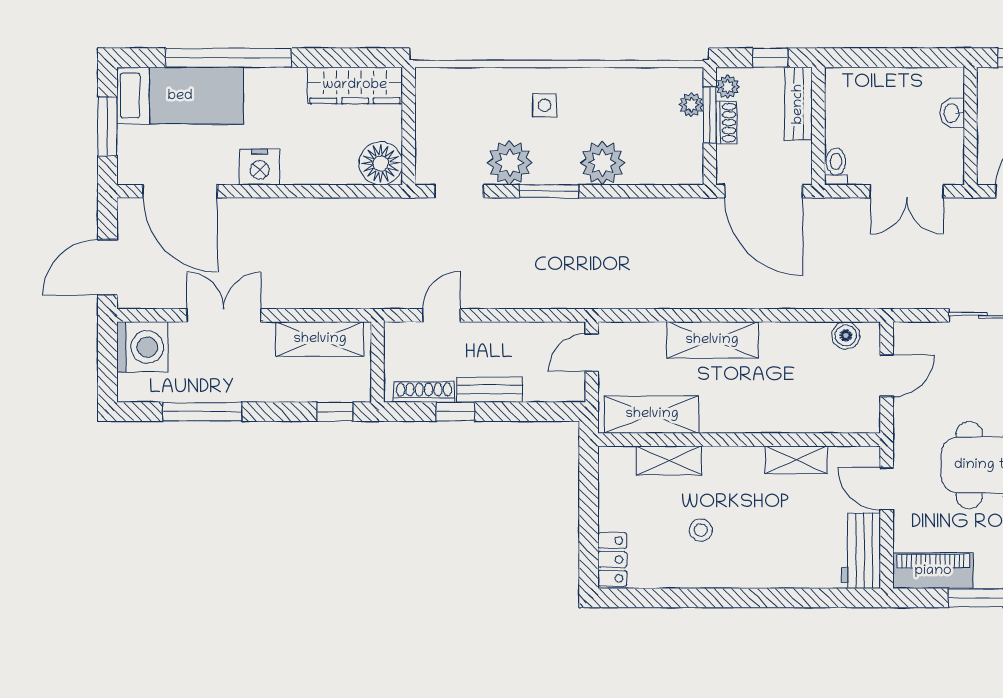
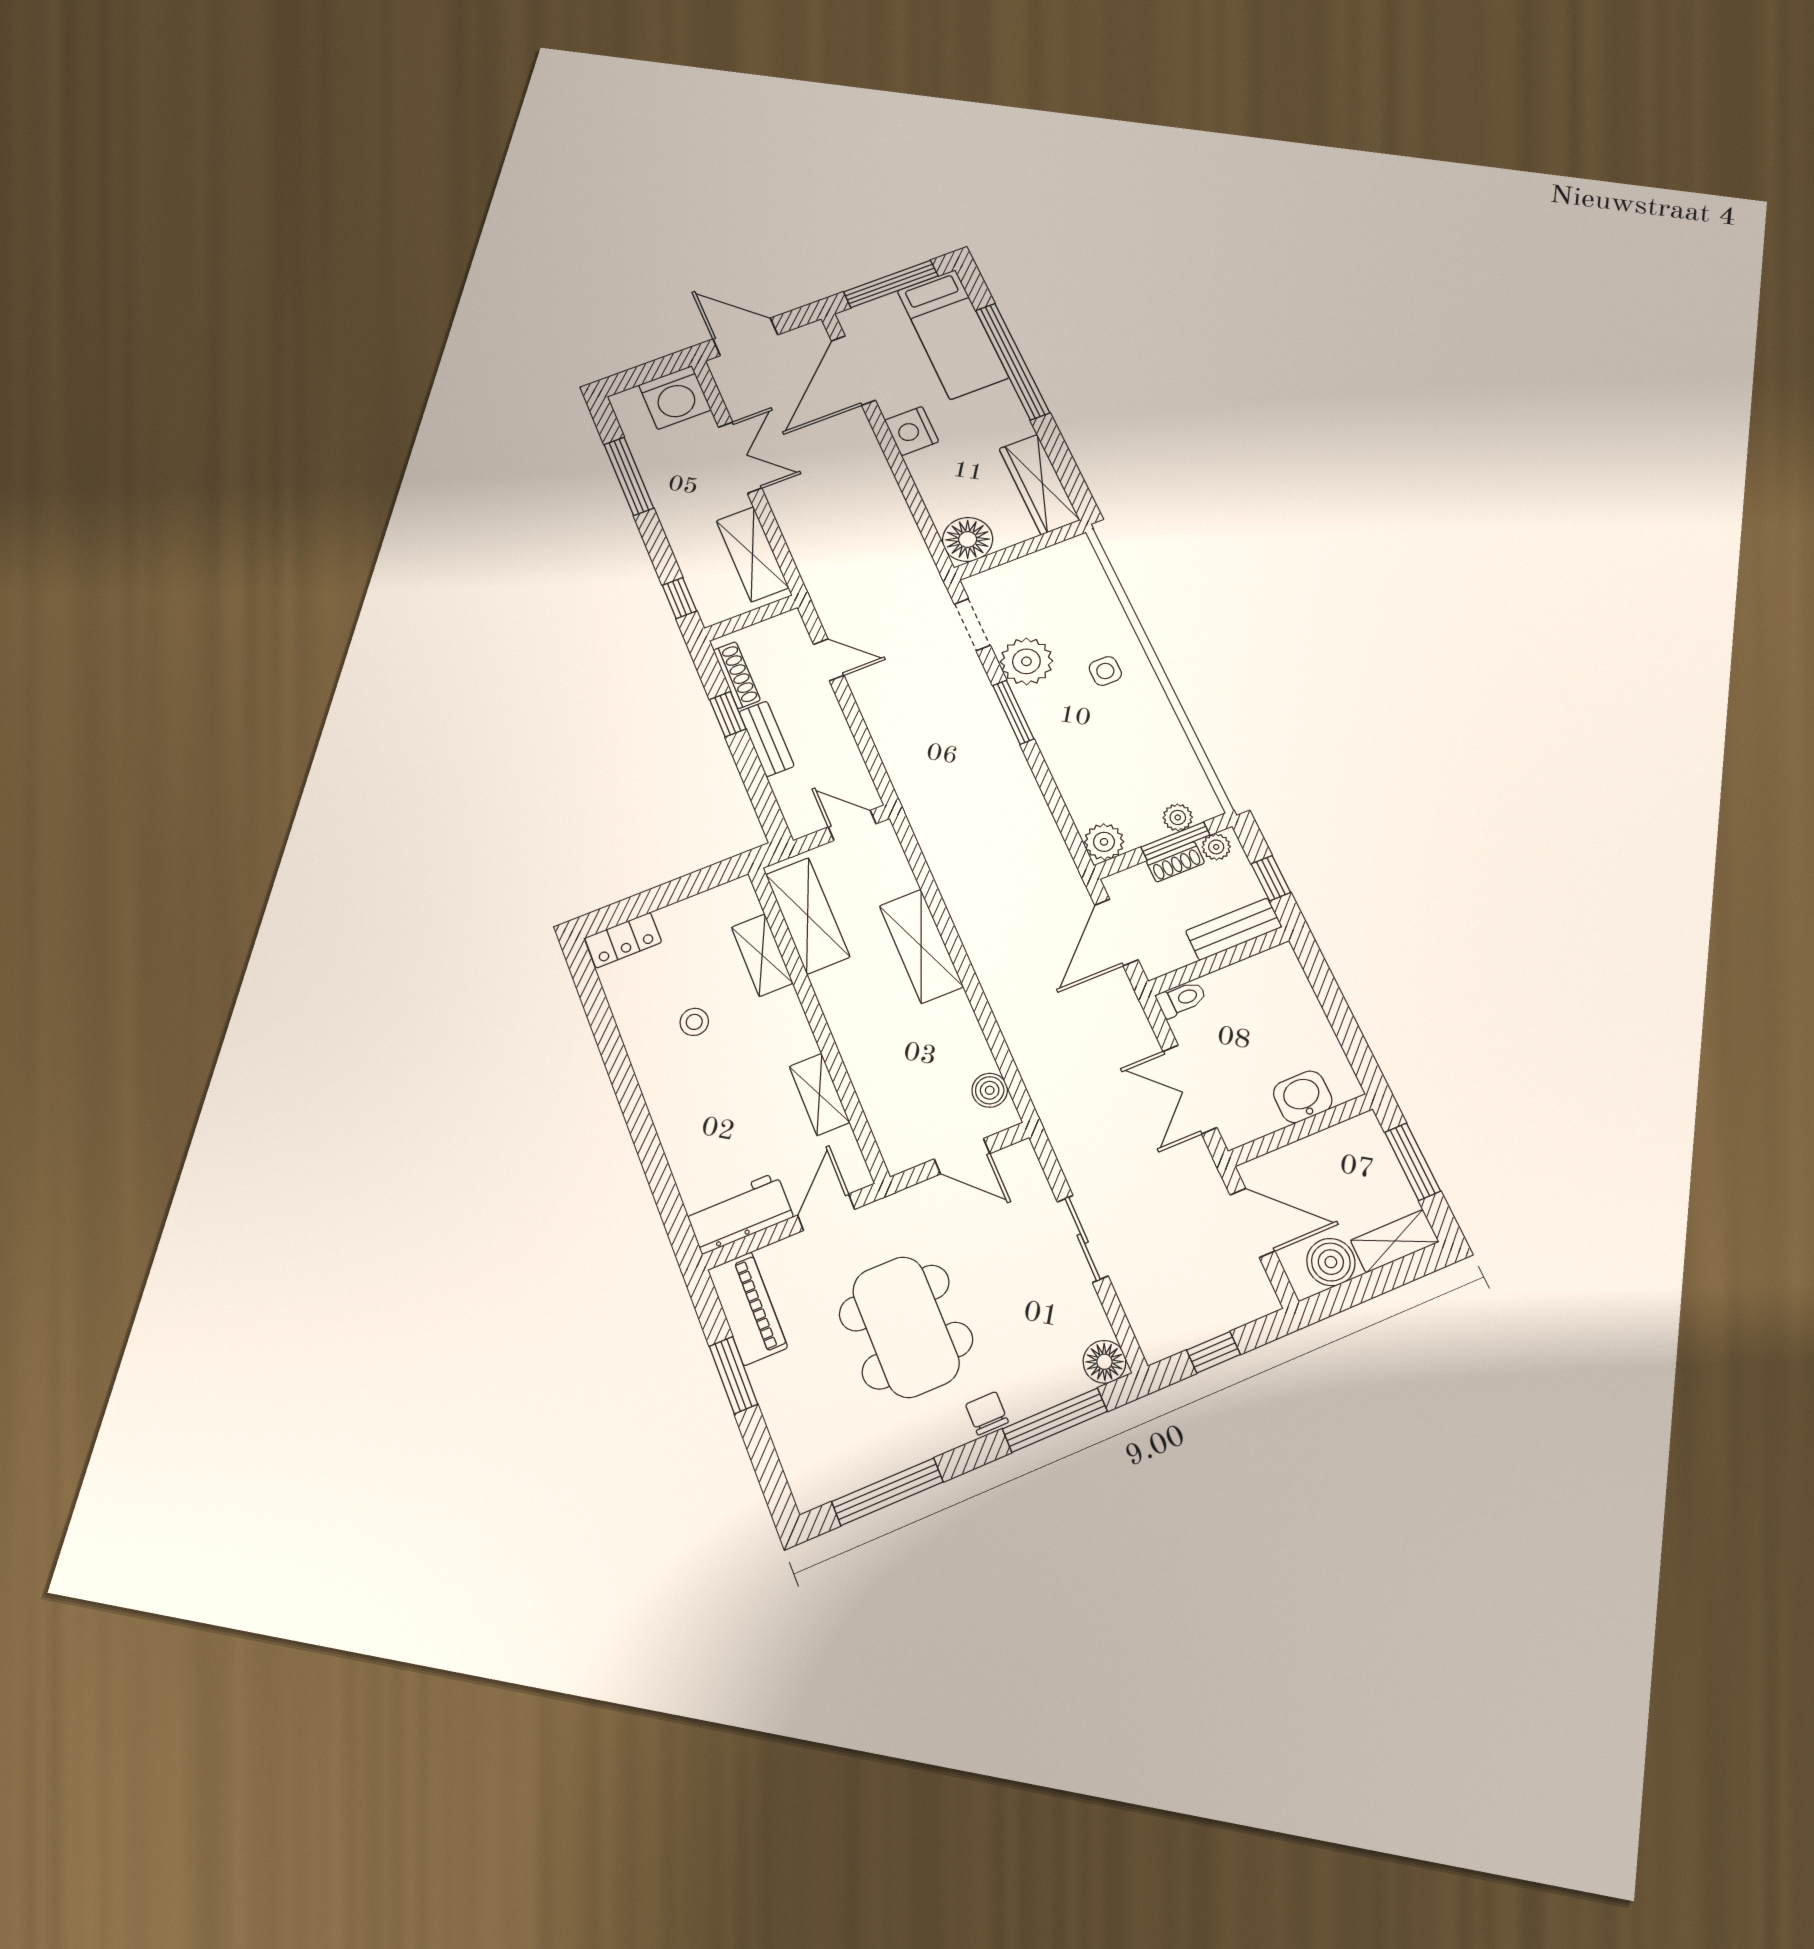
washbasin: (952, 113) -> (1303, 1097), width x1.38, depth x1.45
window: (107, 126) -> (891, 284), width x1.44
plant: (602, 163) -> (1104, 842), moved, width x0.73, depth x0.73
door: (764, 191) -> (1116, 932), width x0.73

